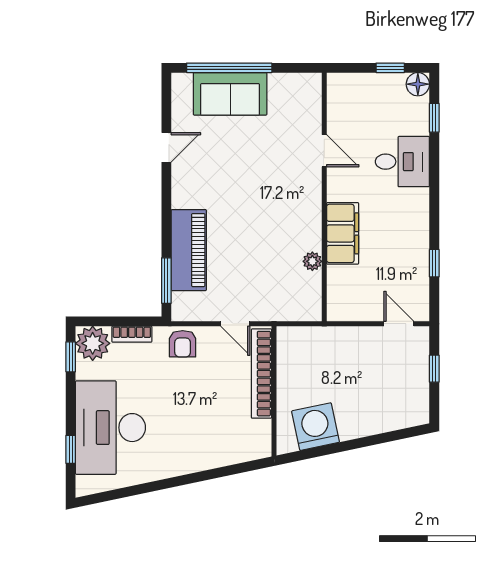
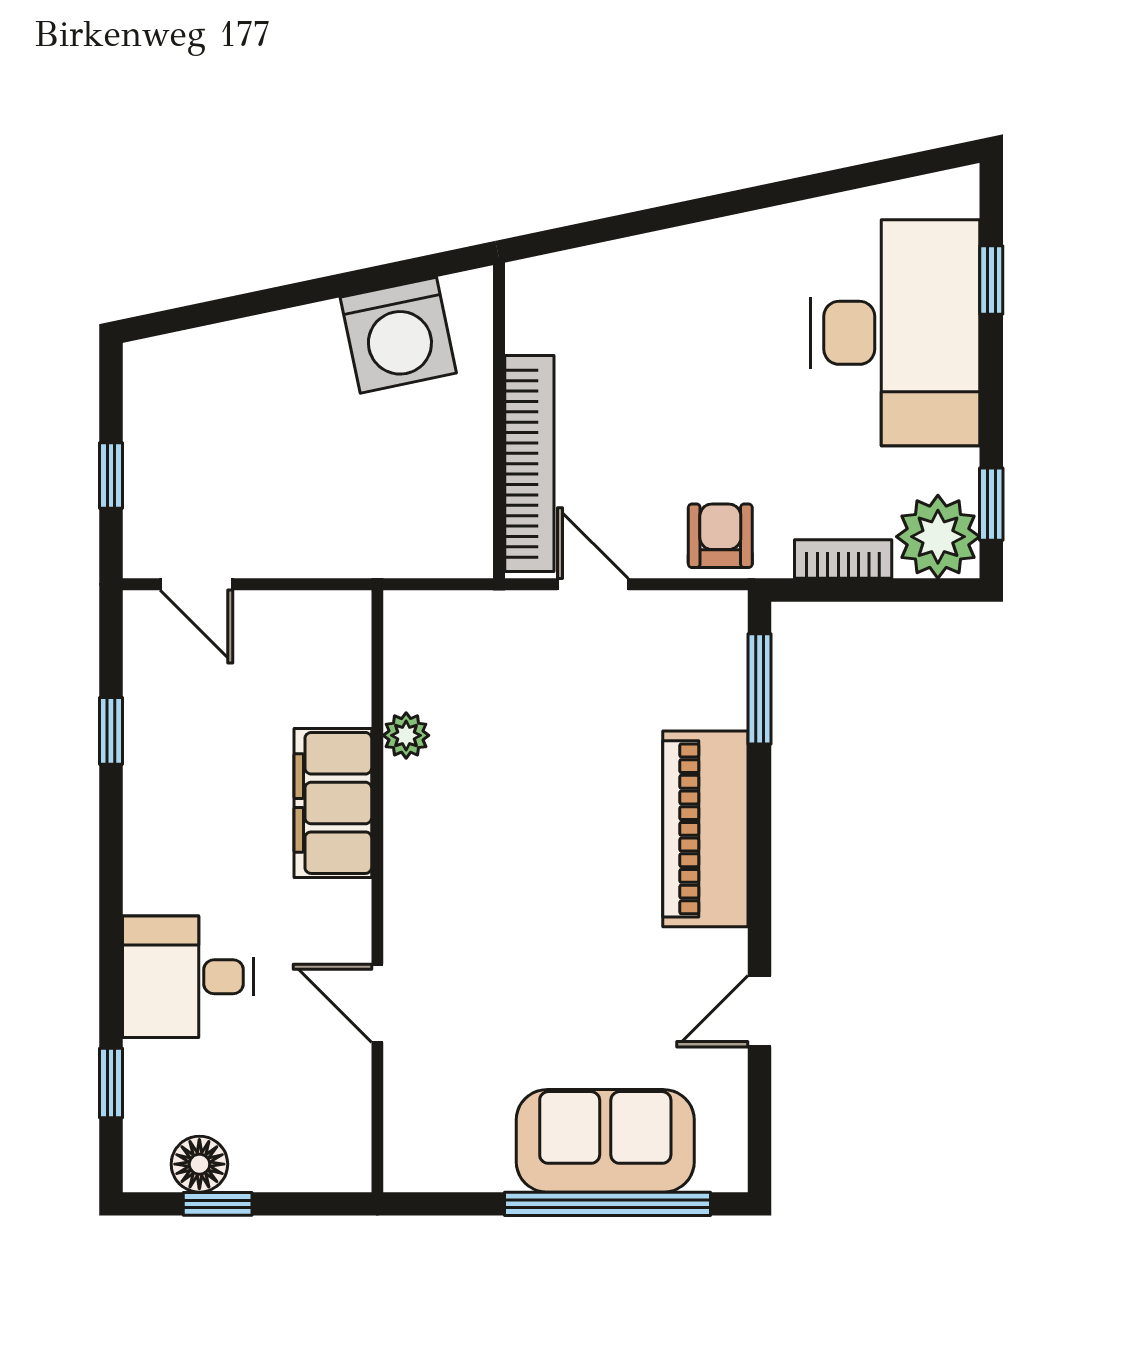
floor lamp: (418, 84) -> (199, 1164), moved
piano: (189, 250) -> (705, 829), moved

